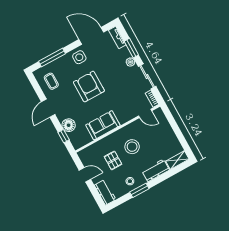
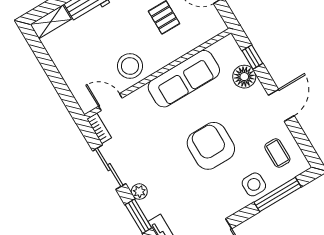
side table: (79, 57) -> (254, 184), moved
armchair: (89, 87) -> (211, 146), turned 180
sofa: (103, 125) -> (184, 79), width x1.36
stool: (132, 147) -> (130, 66), moved

